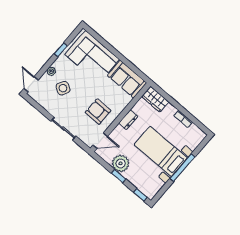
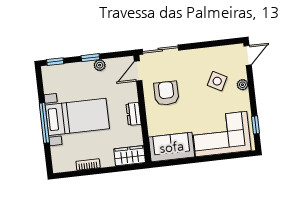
window: (61, 50) -> (255, 125), moved
door: (31, 84) -> (248, 55), hinge flipped
armchair: (98, 112) -> (166, 93), turned -90
sliding door: (63, 129) -> (160, 50), moved
plant: (121, 163) -> (100, 65), width x0.53, depth x0.53

